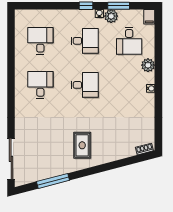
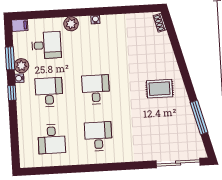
desk: (40, 41) -> (52, 139), turned -90
desk: (40, 85) -> (98, 136), turned 90

